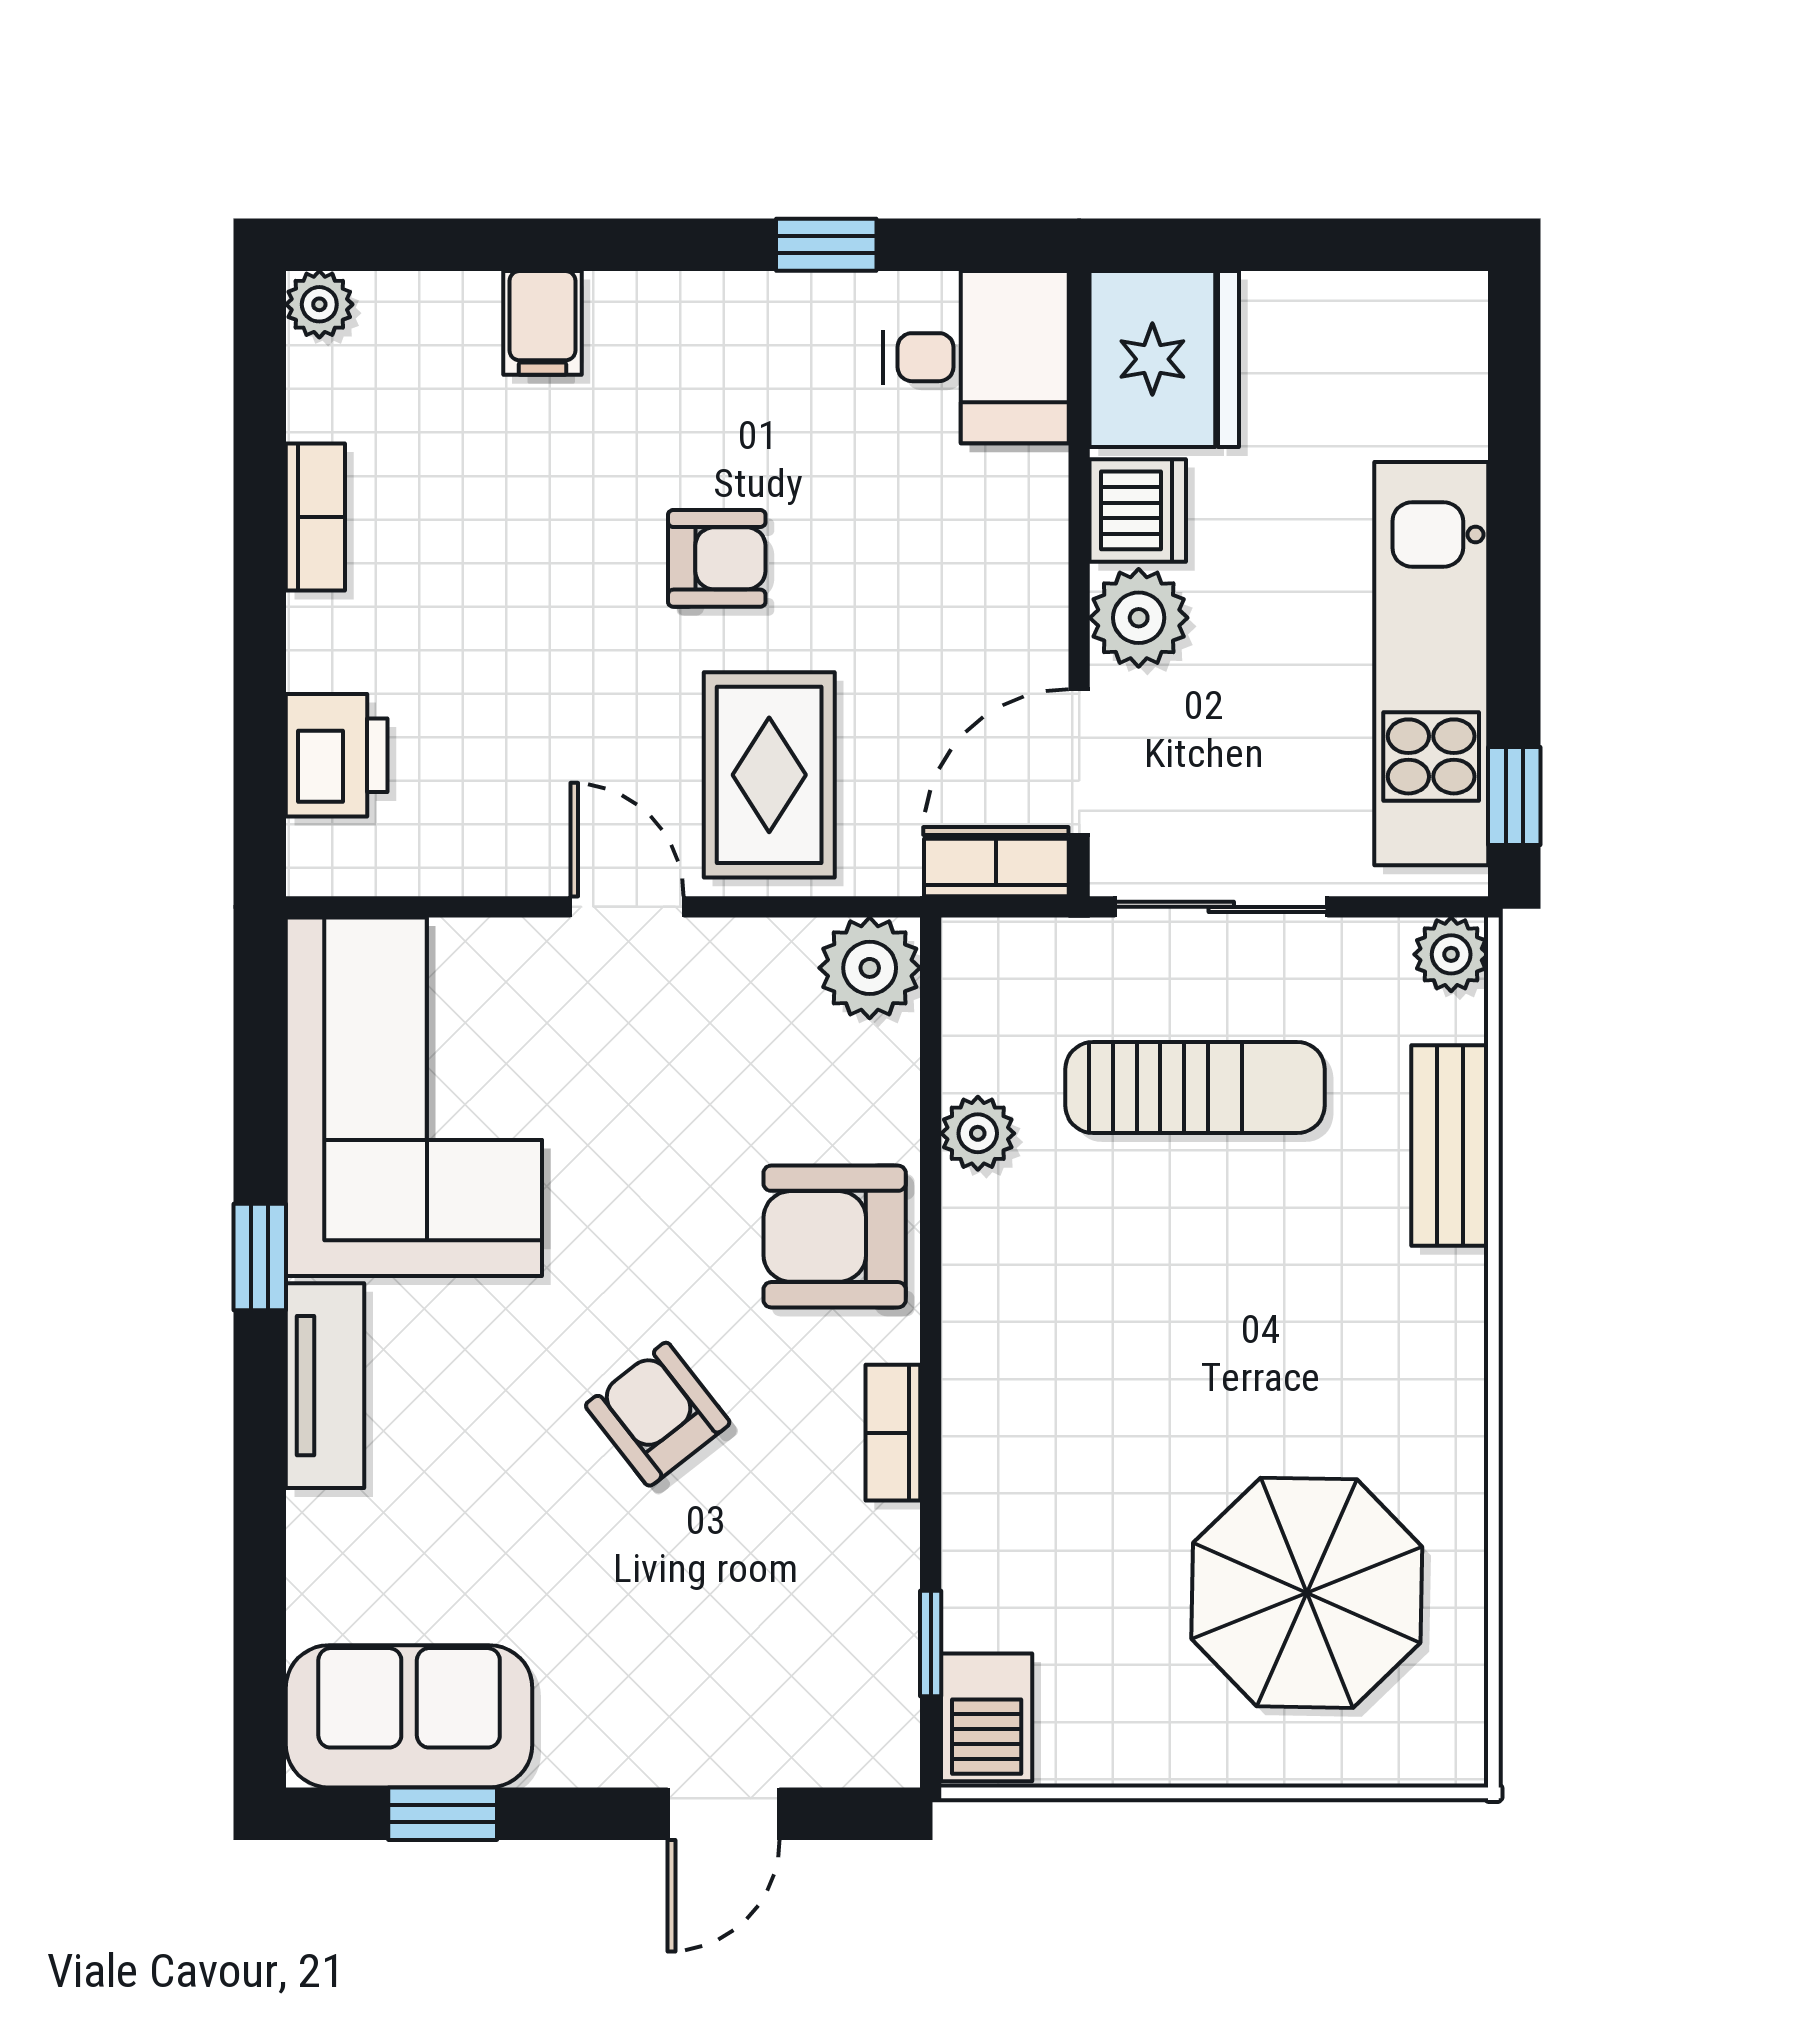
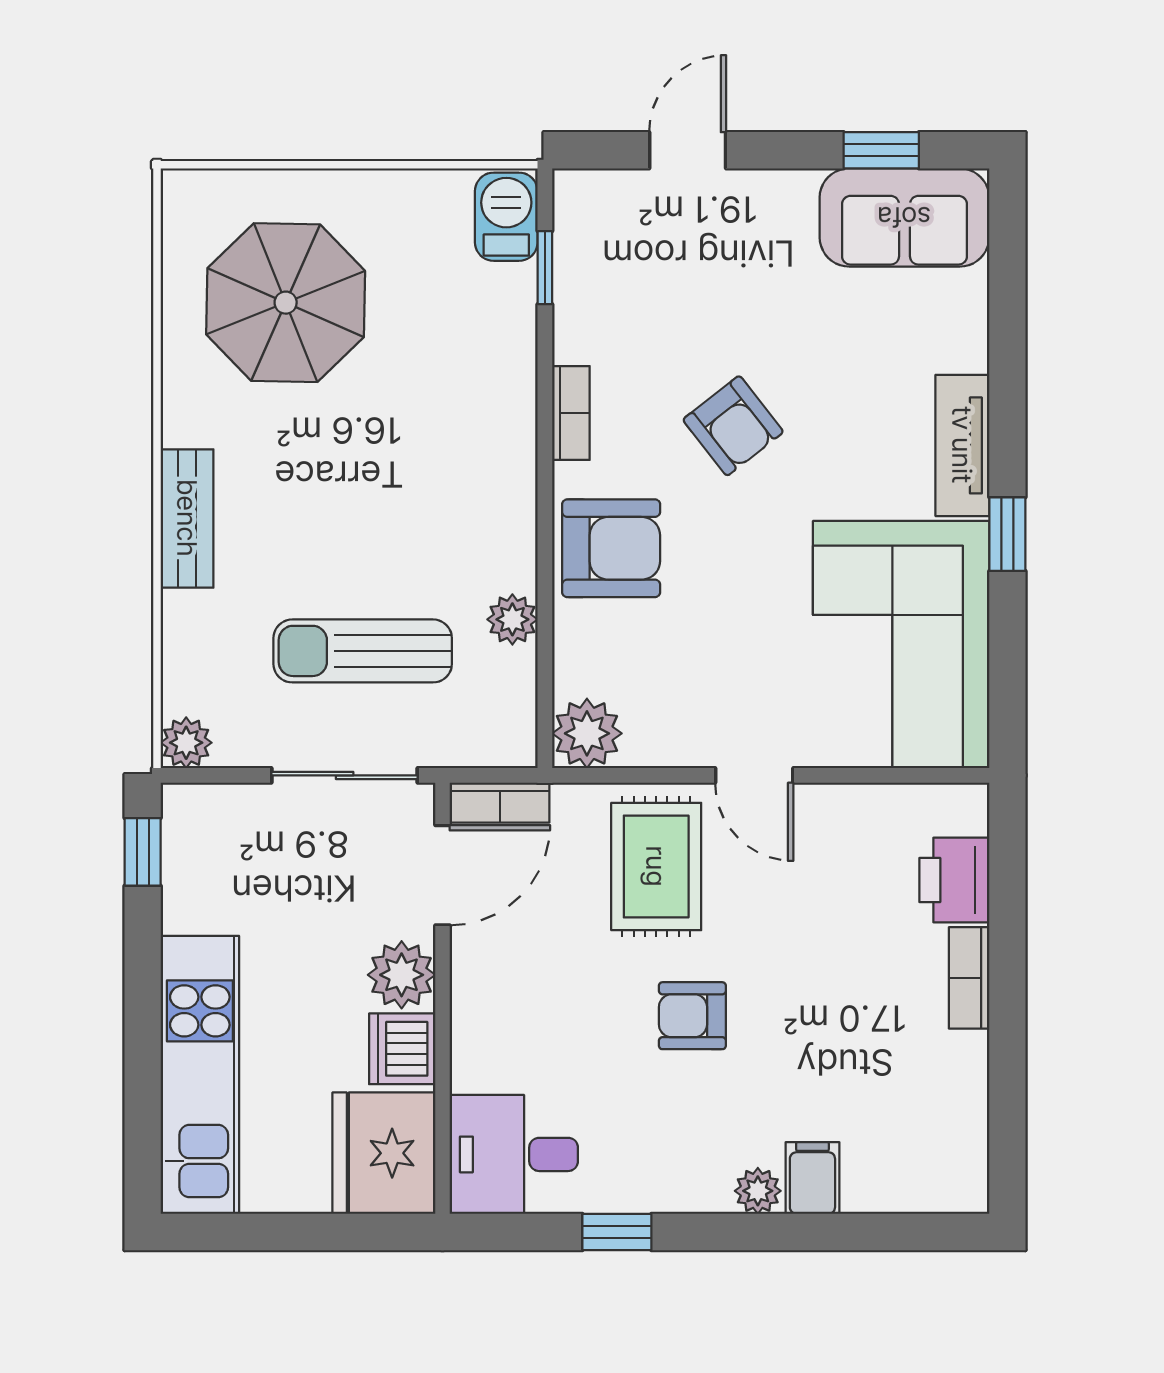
plant: (319, 304) -> (758, 1191), moved
bookcase: (315, 517) -> (969, 978), moved
kitchen unit: (1431, 664) -> (200, 1075), moved
bench: (1450, 1146) -> (187, 518), moved

